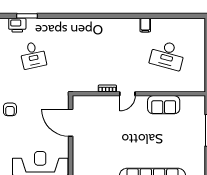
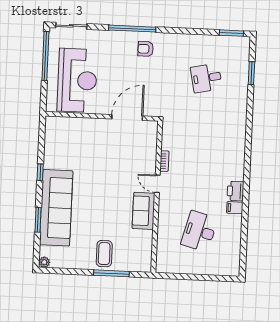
printer: (17, 25) -> (235, 191), moved
sofa: (164, 105) -> (144, 211), moved
coffee table: (191, 137) -> (104, 254), added

